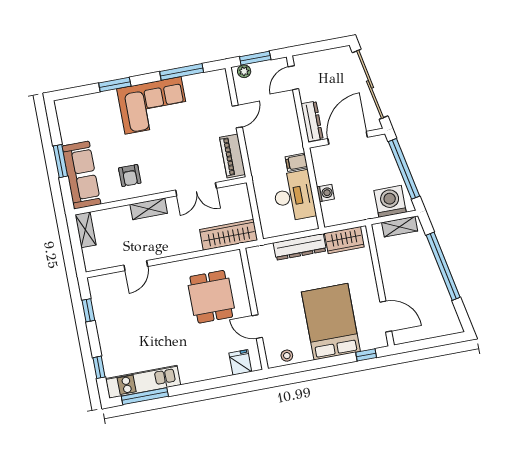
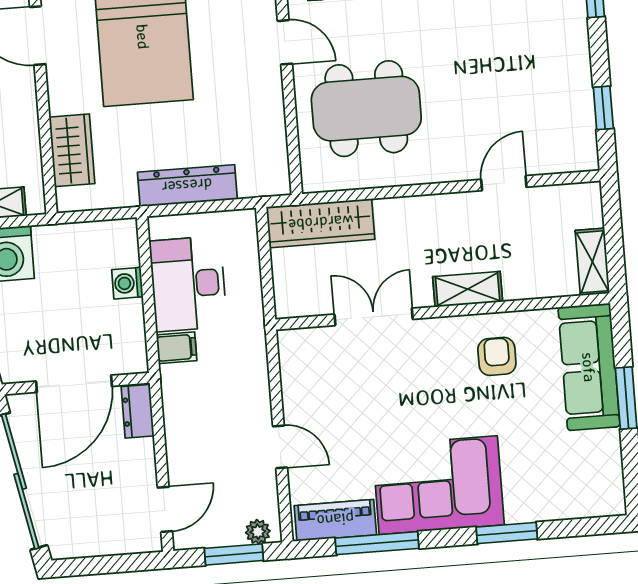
door: (237, 116) -> (280, 447), swing flipped
dresser: (312, 121) -> (138, 411), width x0.70
piano: (233, 156) -> (335, 520), moved, turned -90
wardrobe: (344, 240) -> (72, 150), moved, turned 90
dining table: (211, 297) -> (366, 109), width x1.38

